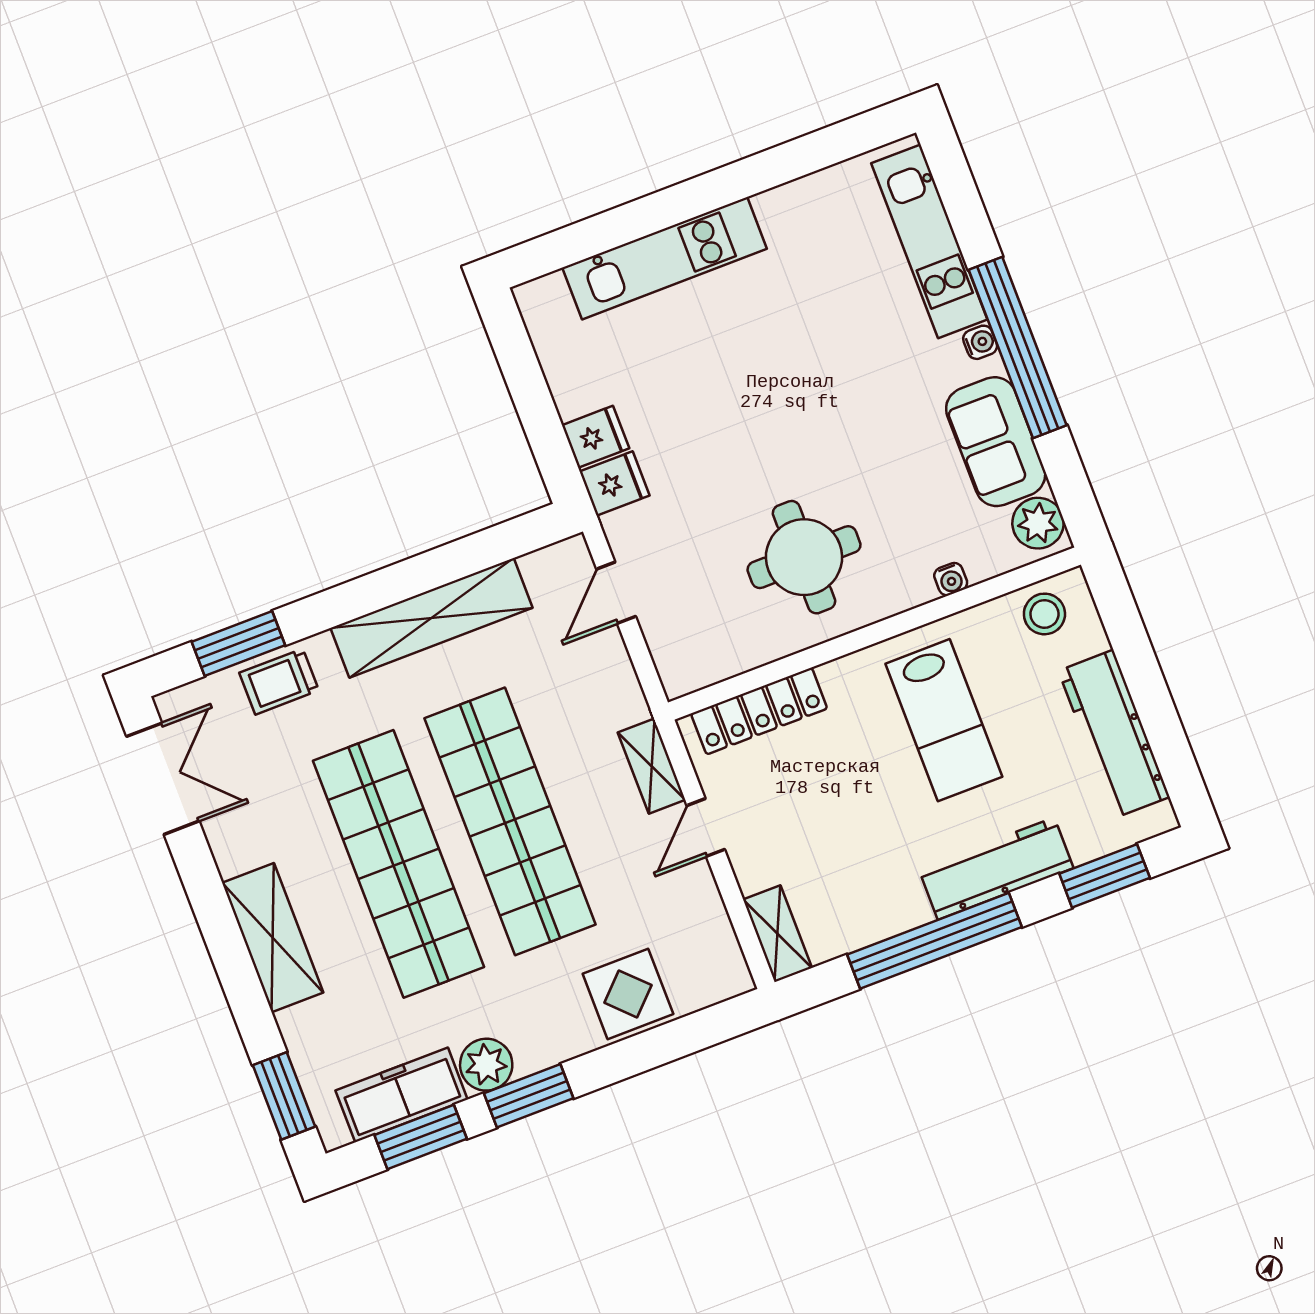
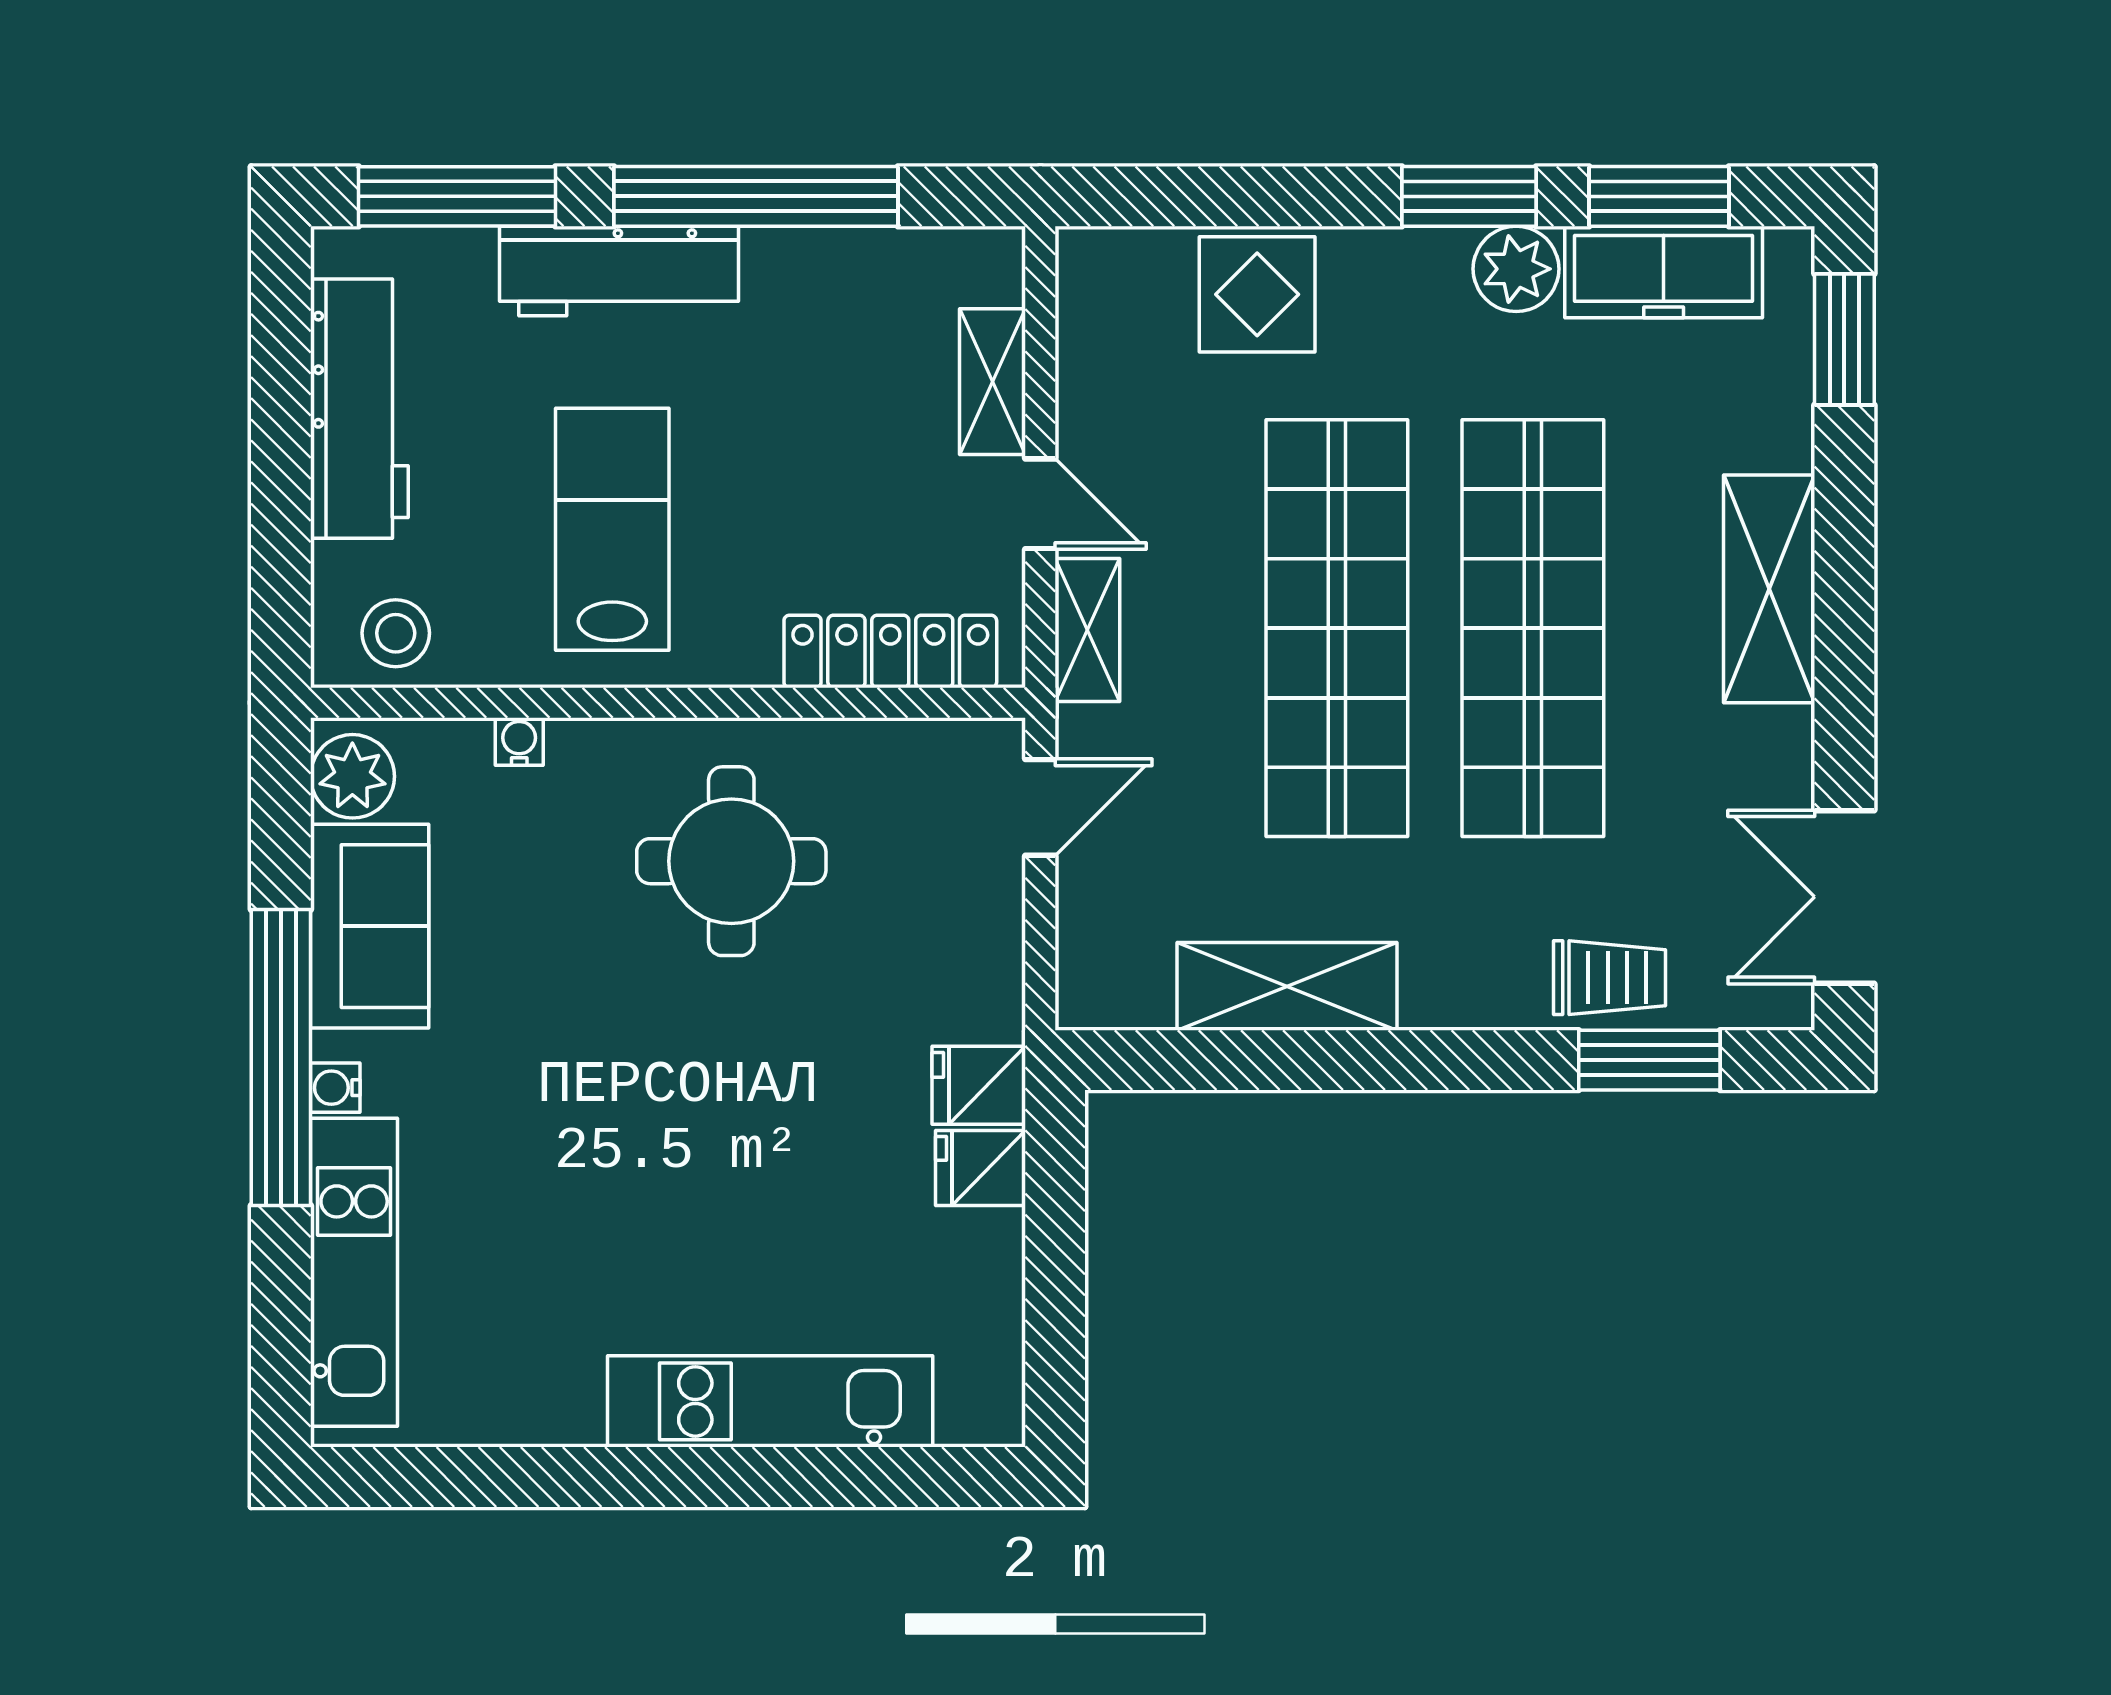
door: (616, 593) -> (1040, 807), moved
shelving: (431, 618) -> (1287, 986), width x0.68
door: (706, 828) -> (1040, 504), hinge flipped
window: (1105, 876) -> (457, 196), width x1.44
shelving: (777, 934) -> (993, 382), moved

